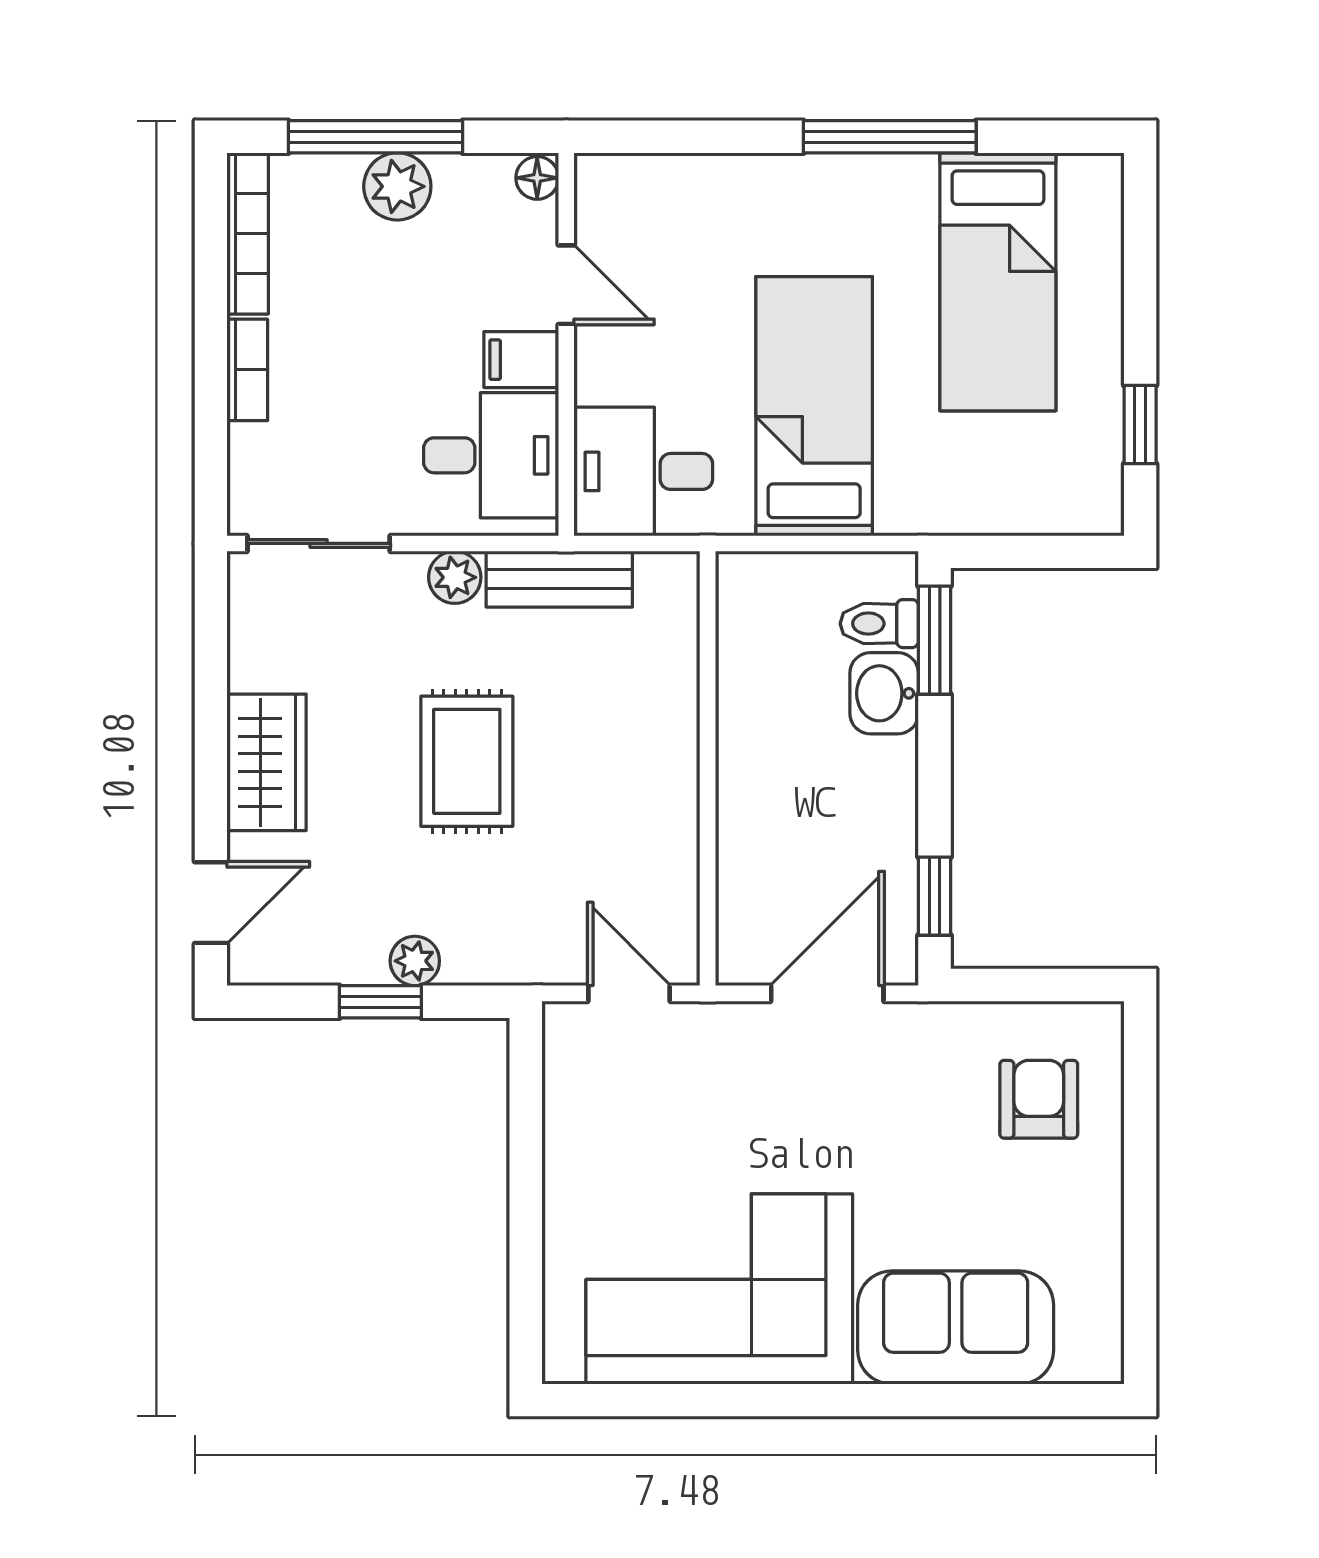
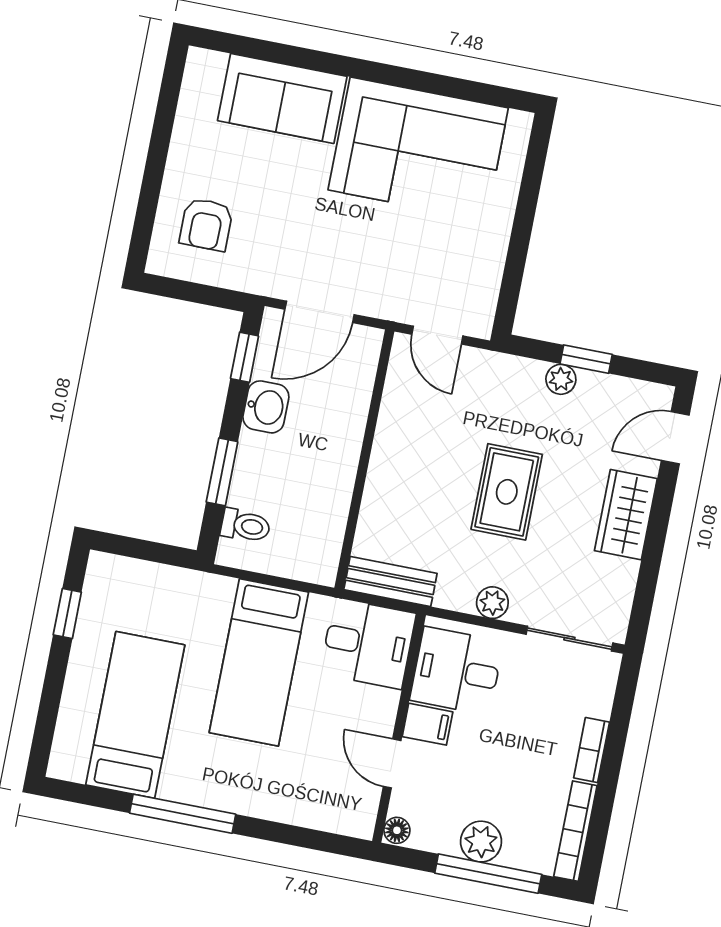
bench: (559, 579) -> (390, 581), moved
window: (935, 640) -> (222, 472), moved
washbasin: (884, 693) -> (266, 407), moved

